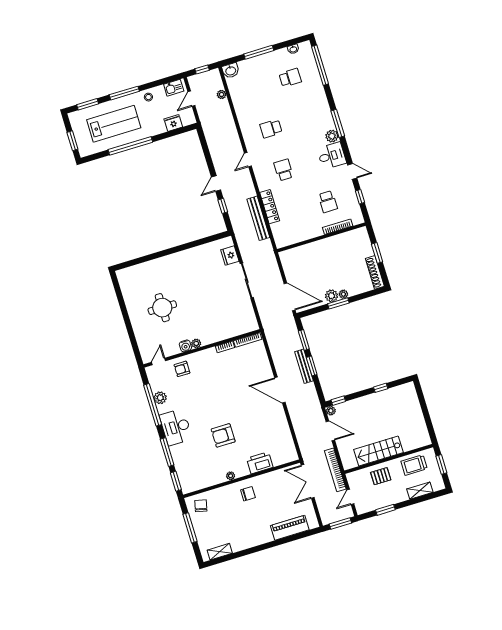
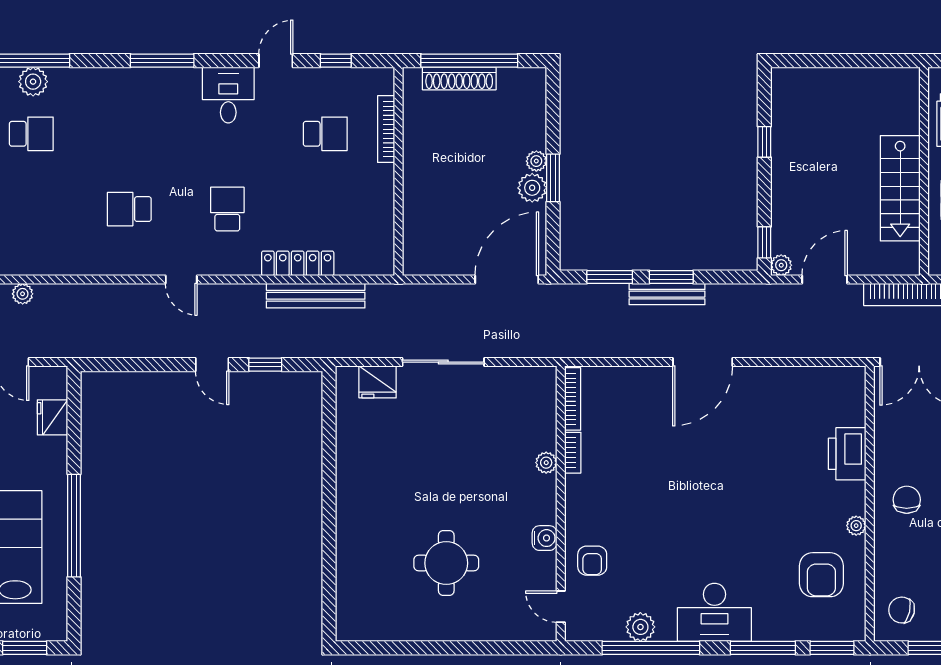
school desk: (290, 78) -> (31, 134), turned 90
school desk: (271, 129) -> (129, 209), turned 90
plant: (332, 136) -> (33, 82), moved
school desk: (284, 170) -> (227, 209), turned 90
window: (377, 253) -> (469, 61), width x2.11
shoe rack: (375, 272) -> (459, 78), moved
plant: (196, 343) -> (546, 463), moved
armchair: (223, 435) -> (821, 575), moved

